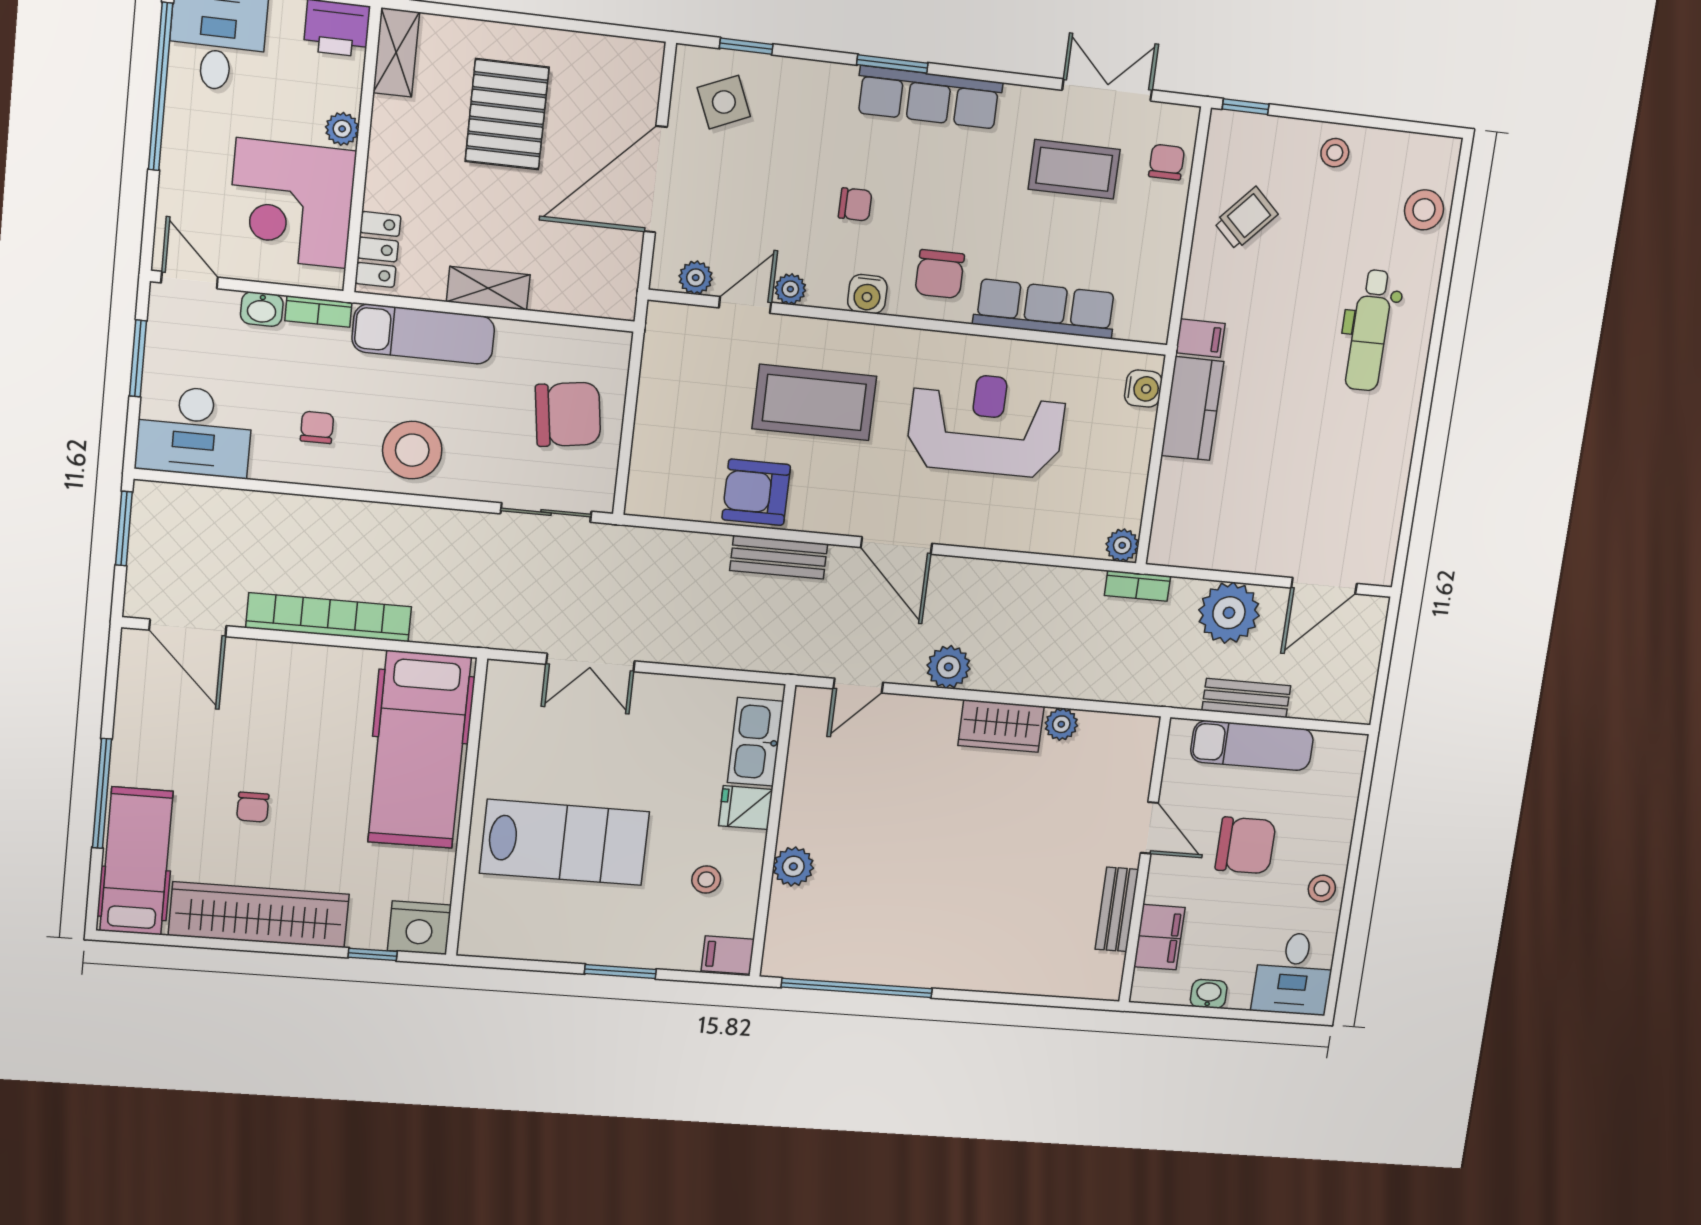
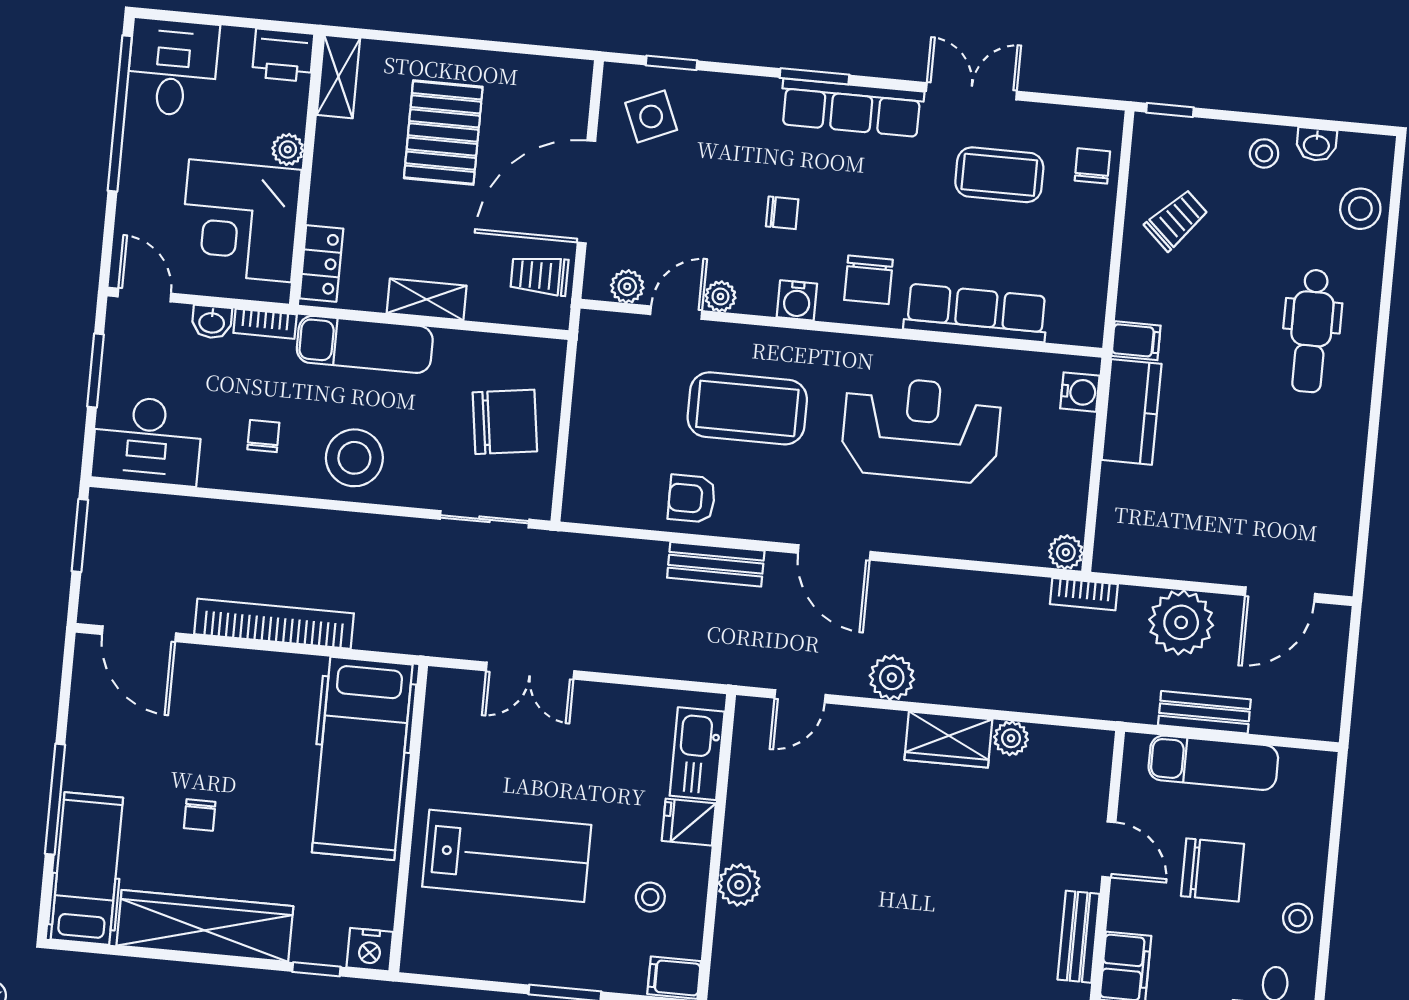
double door: (1107, 90) -> (971, 91), moved
washbasin: (1386, 145) -> (1316, 145), added
trolley: (606, 265) -> (539, 275), added
armchair: (756, 492) -> (692, 499), width x0.72, depth x0.72
nightstand: (419, 928) -> (370, 950), width x0.74, depth x0.75

